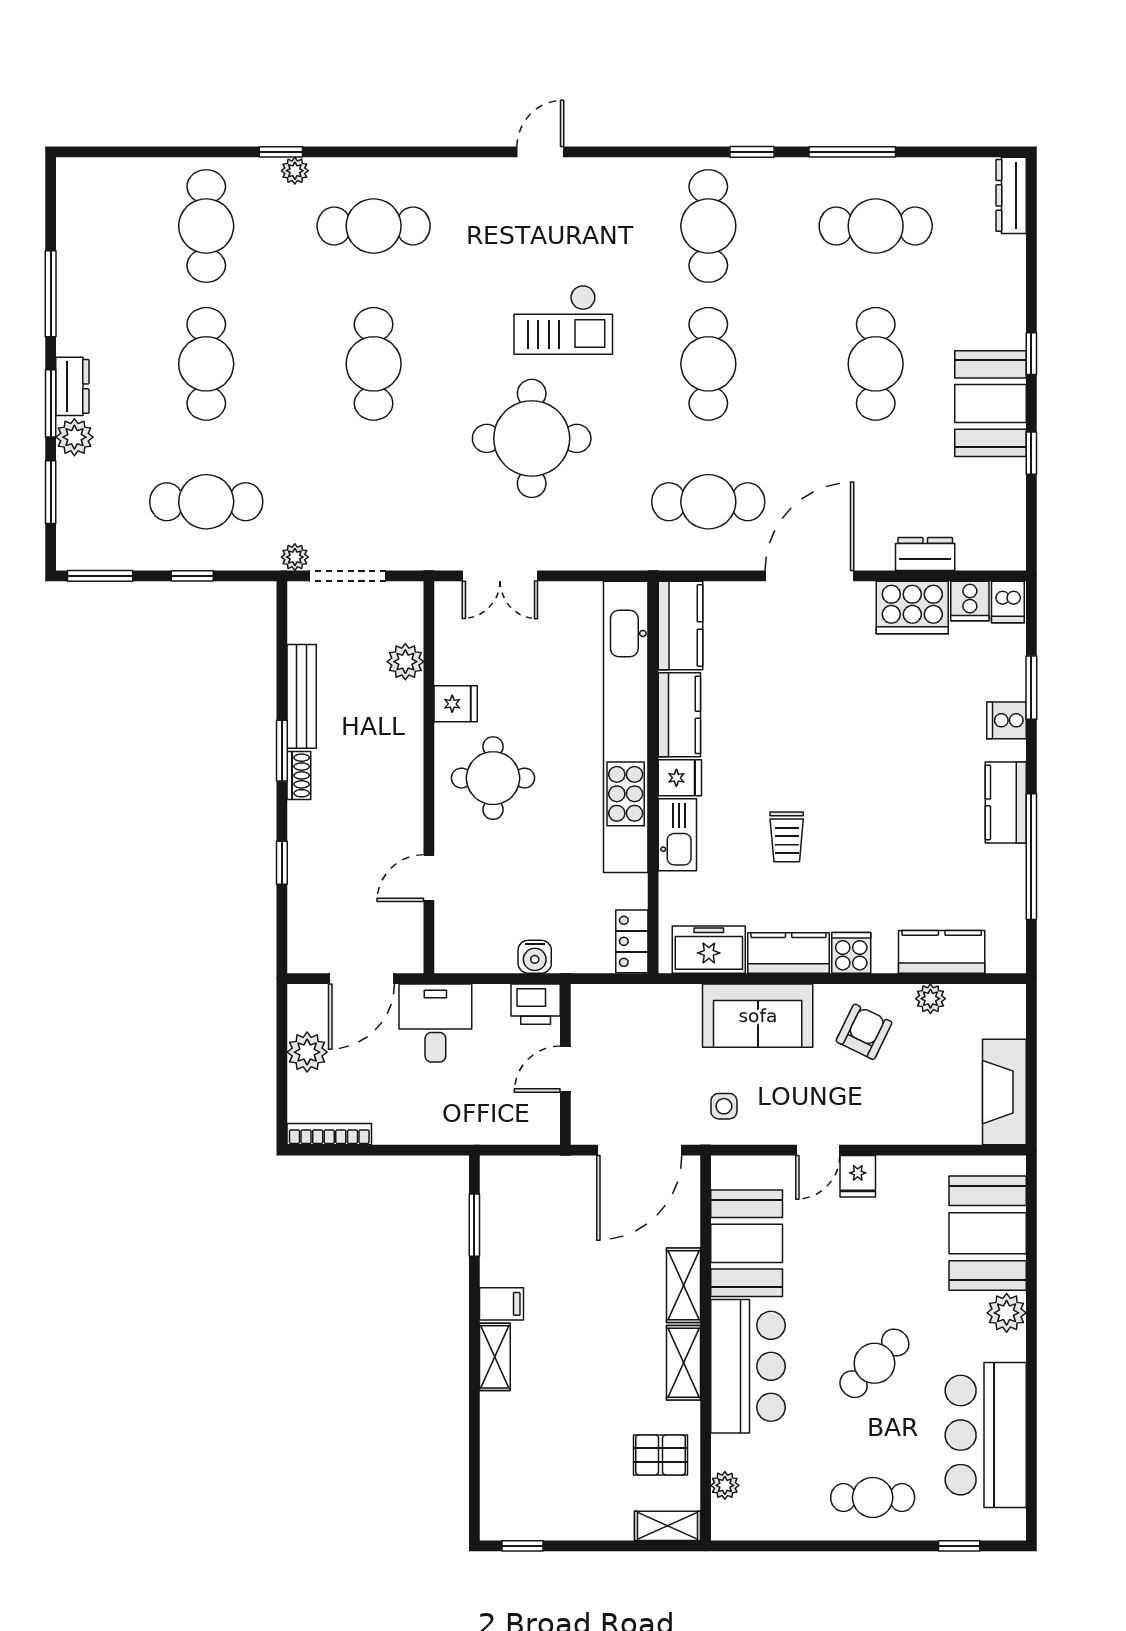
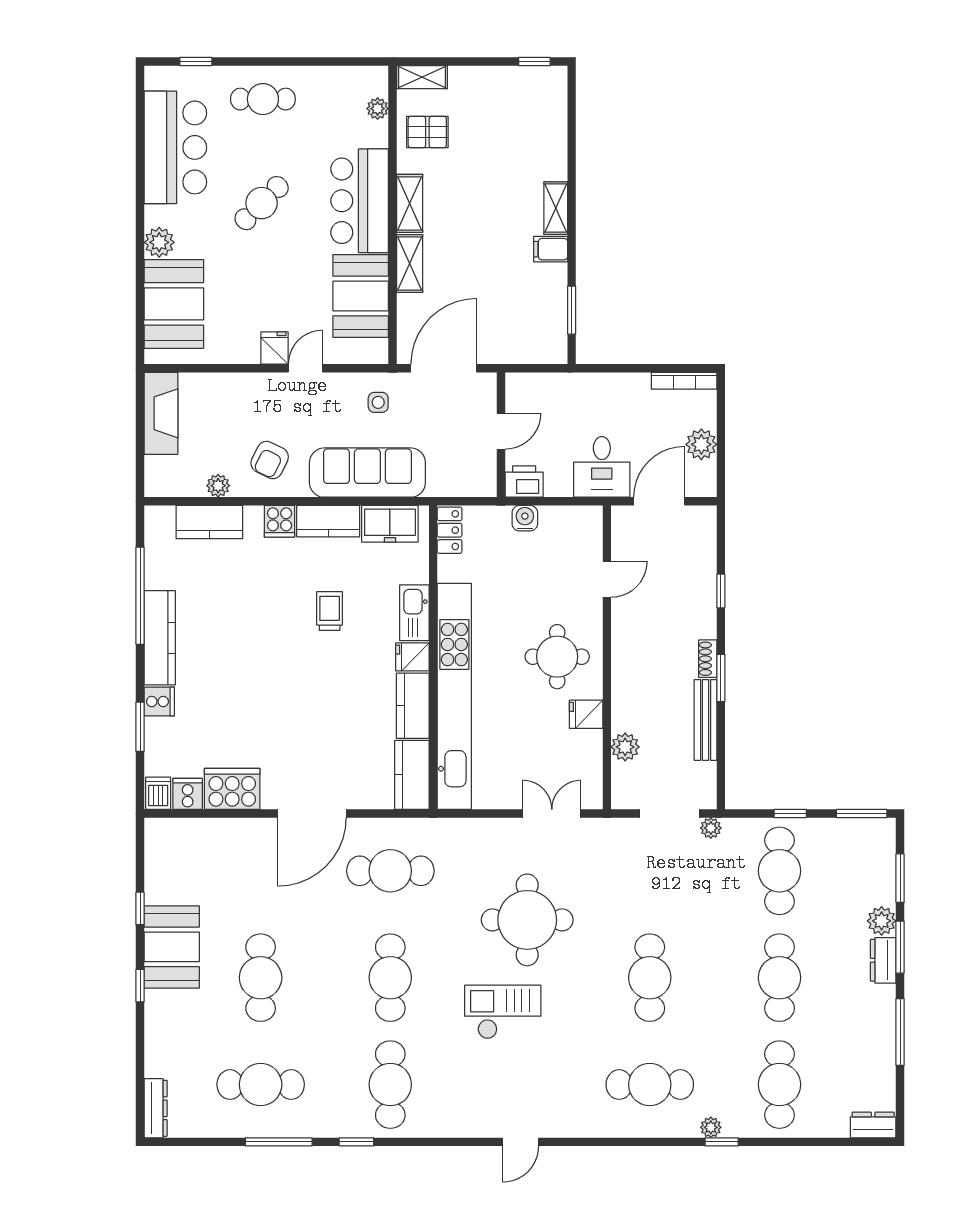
cafe table: (206, 502) -> (779, 871), turned 90
dresser: (925, 554) -> (873, 1125), moved, turned 180
kitchen counter: (1006, 802) -> (160, 638), width x1.50
sofa: (758, 1016) -> (367, 473), width x1.36

